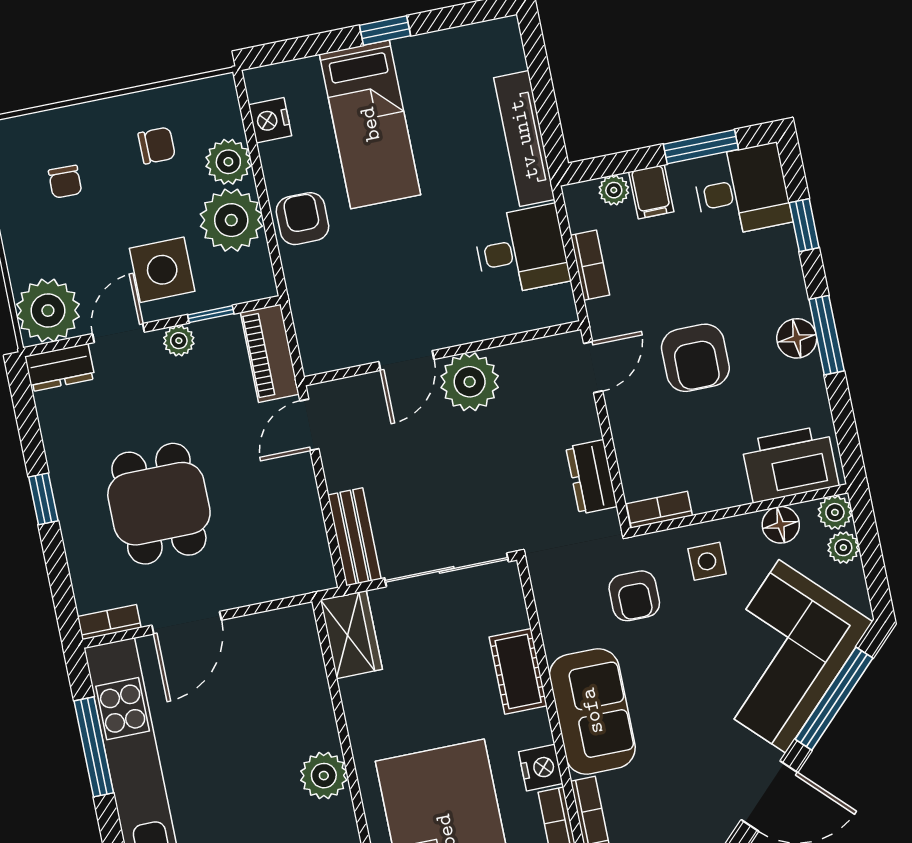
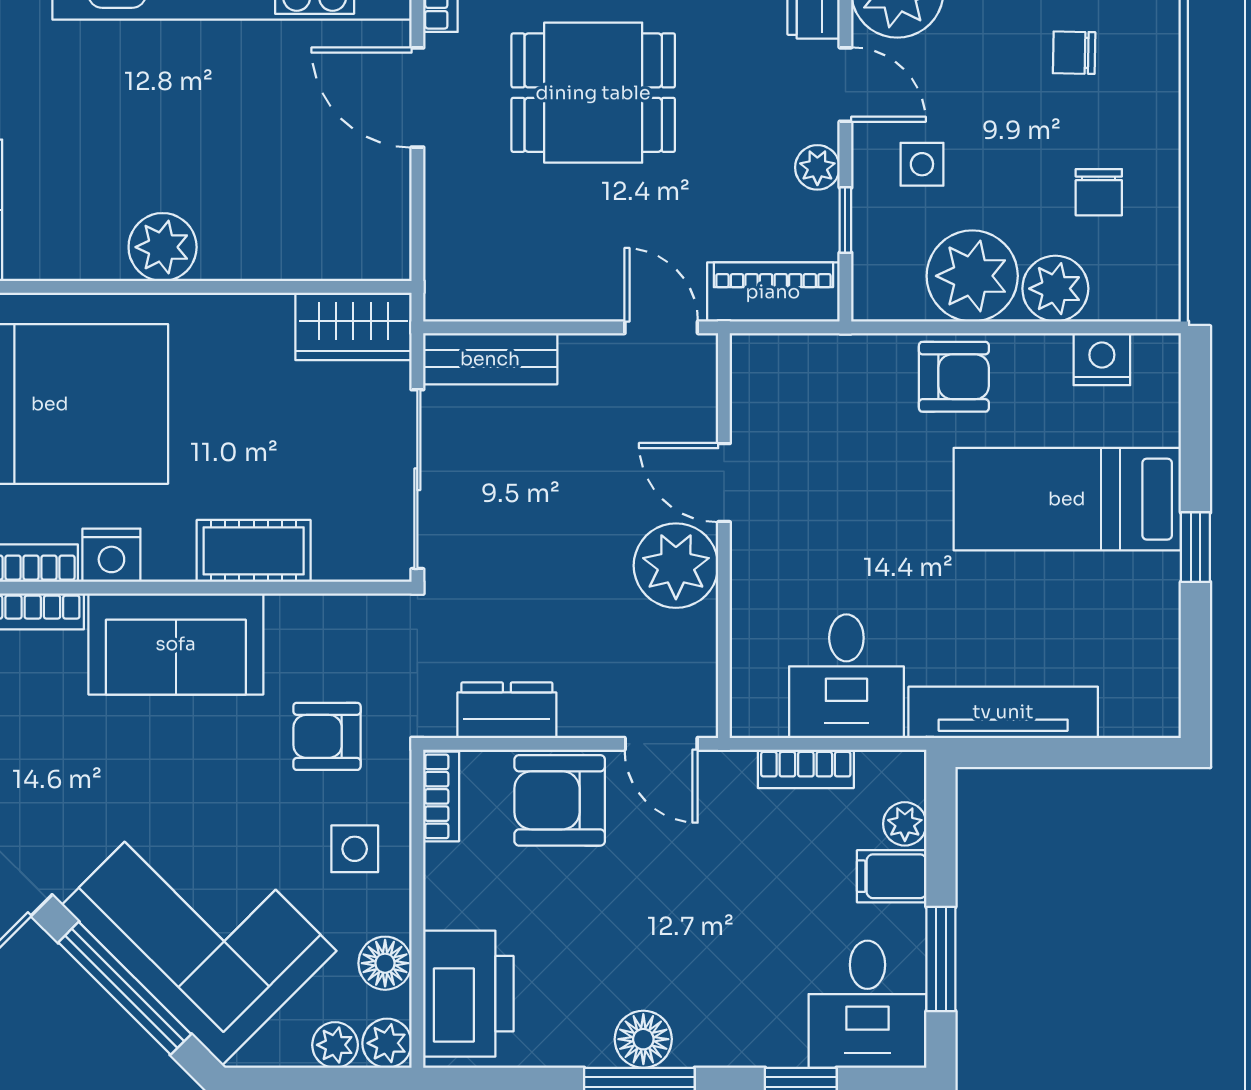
side table: (162, 270) -> (922, 164), width x0.54, depth x0.54
armchair: (695, 358) -> (560, 800), moved

